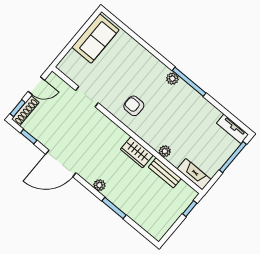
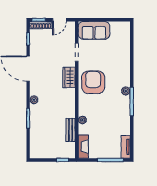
sofa: (95, 39) -> (94, 30), moved
door: (36, 86) -> (59, 20), hinge flipped
armchair: (134, 106) -> (93, 82), width x1.88, depth x1.88
wardrobe: (137, 152) -> (69, 77), moved

